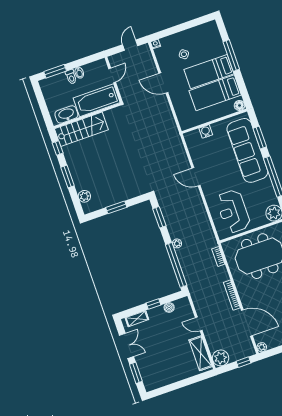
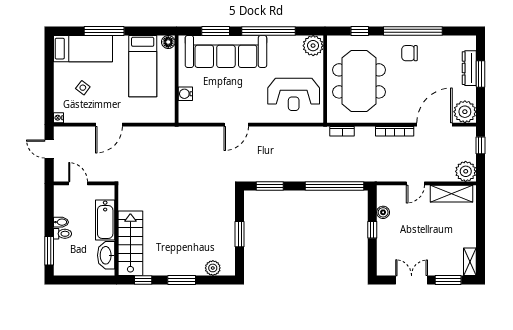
bed: (209, 72) -> (83, 49), moved, turned -90
bathtub: (97, 100) -> (105, 220), width x0.73, depth x0.73
plant: (177, 243) -> (309, 176), removed
shelving: (137, 319) -> (470, 262), moved
plant: (262, 347) -> (465, 112), width x1.87, depth x1.87

